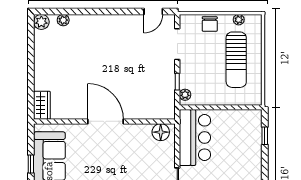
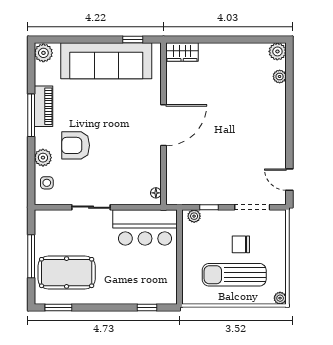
plant: (239, 20) -> (280, 298), moved
chair: (210, 24) -> (241, 244), moved
floor lamp: (161, 132) -> (156, 193), width x0.53, depth x0.53
window: (31, 164) -> (133, 39), moved

